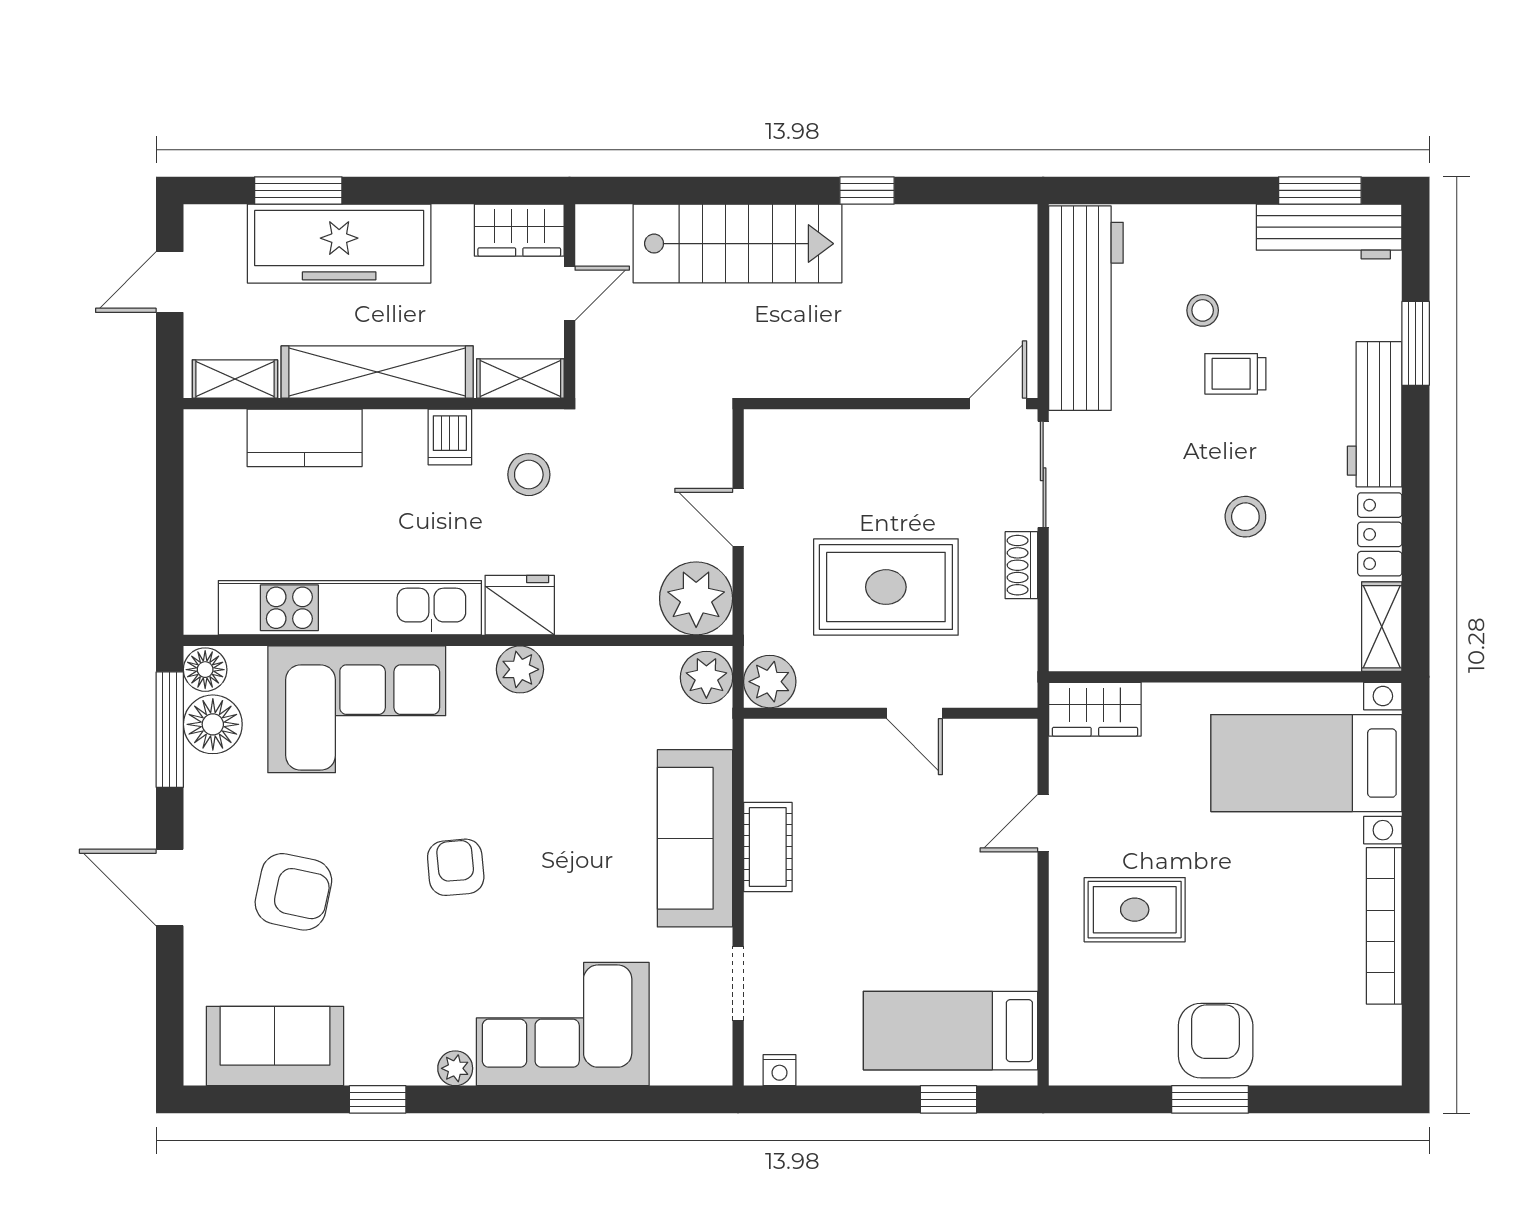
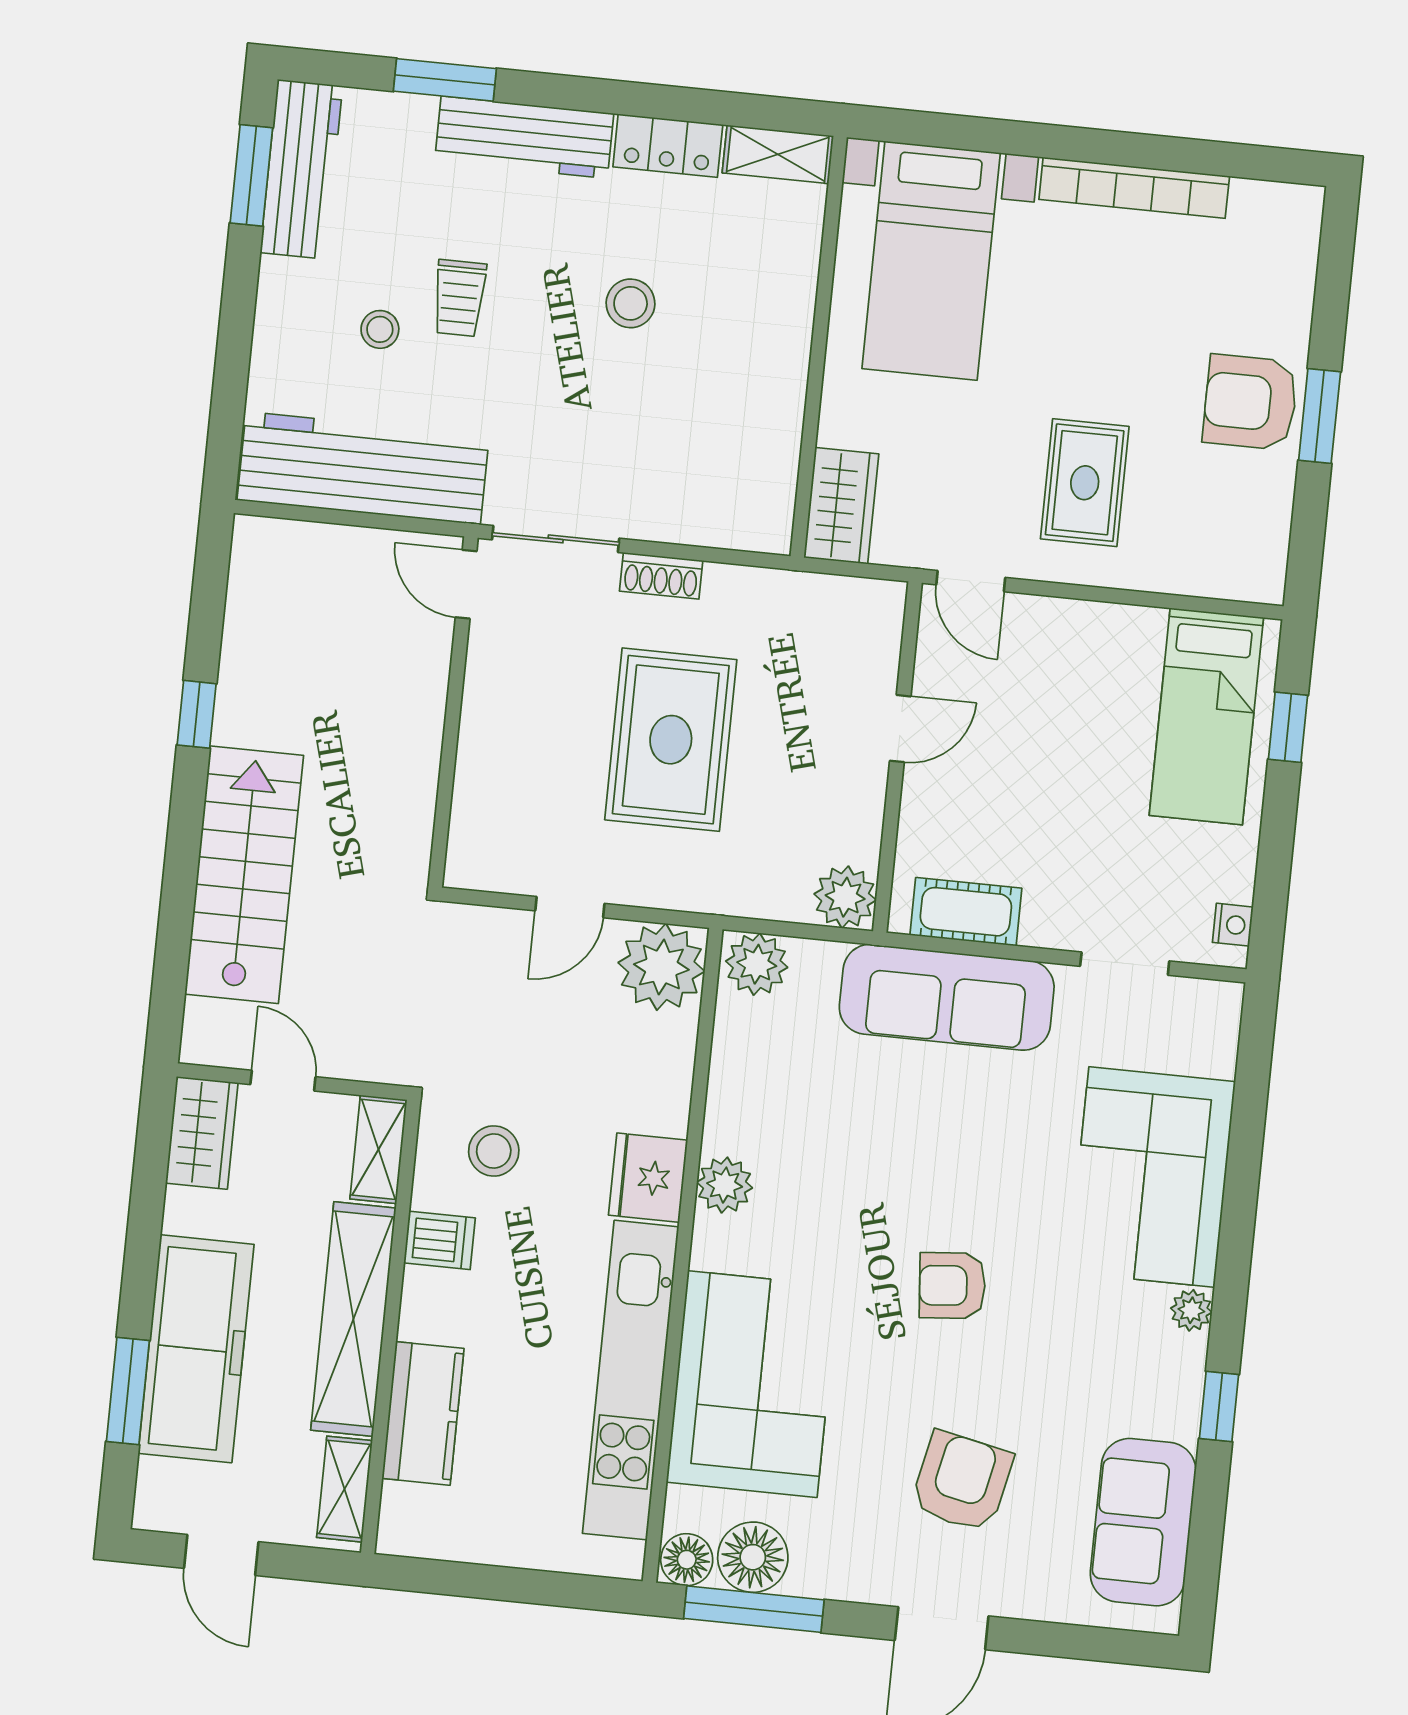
plant: (770, 682) -> (845, 897), moved
wall: (891, 713) -> (897, 757), moved
door: (915, 713) -> (900, 729), moved

